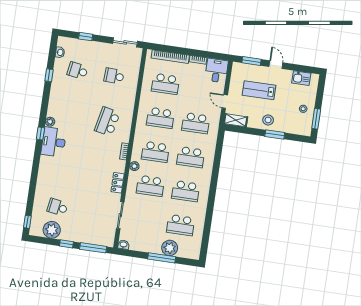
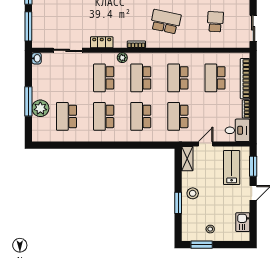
lab bench: (259, 90) -> (232, 168), moved

